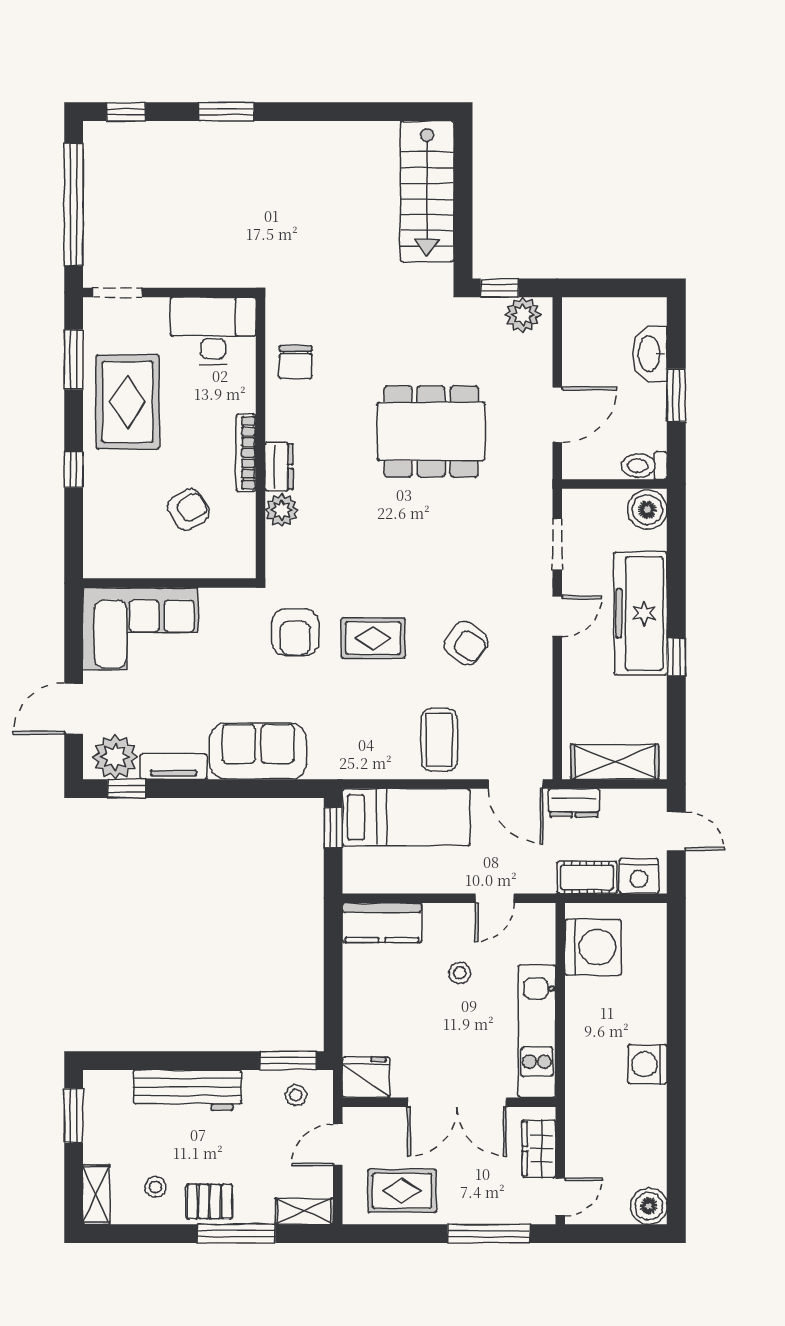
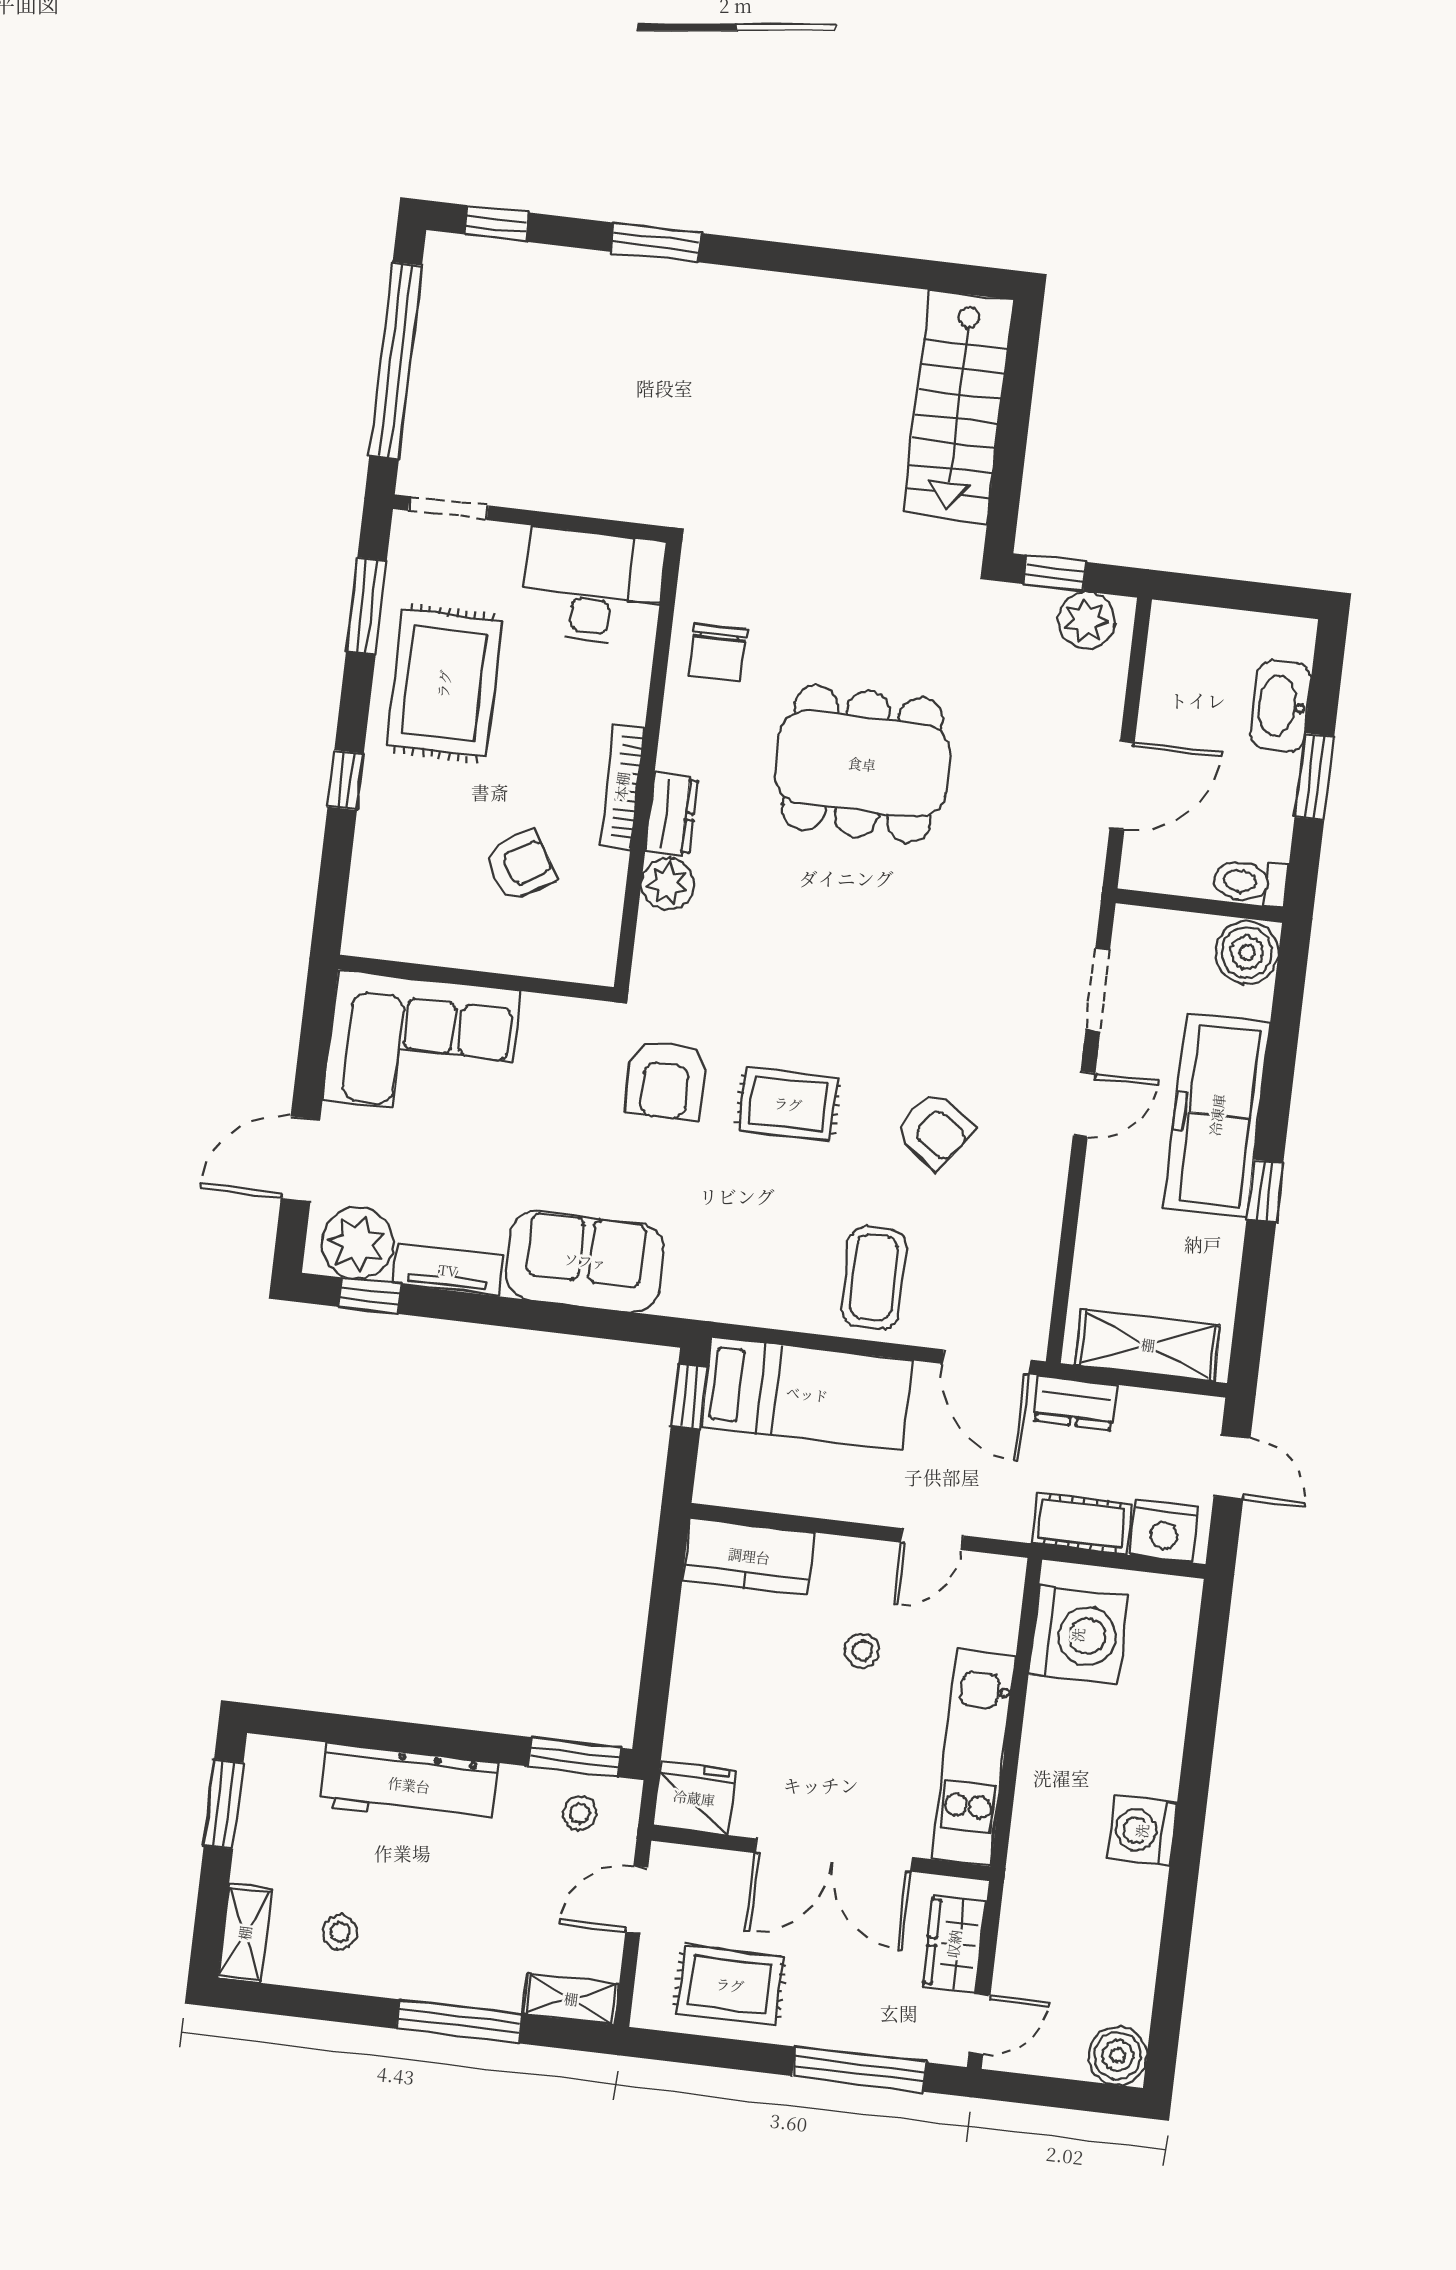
dining table: (431, 431) -> (862, 764), moved
pallet: (209, 1201) -> (423, 1965), removed

